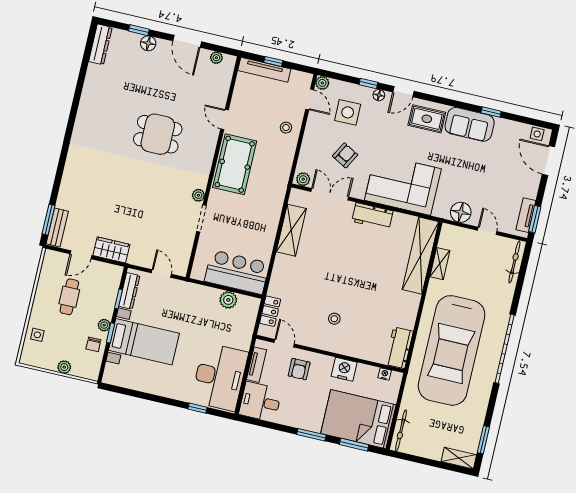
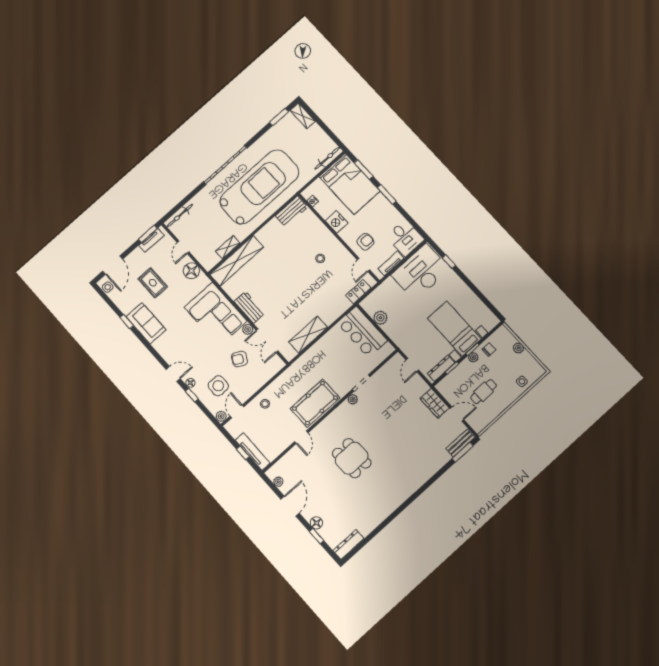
rug: (427, 119) -> (153, 283), moved
plant: (303, 179) -> (248, 329), moved

